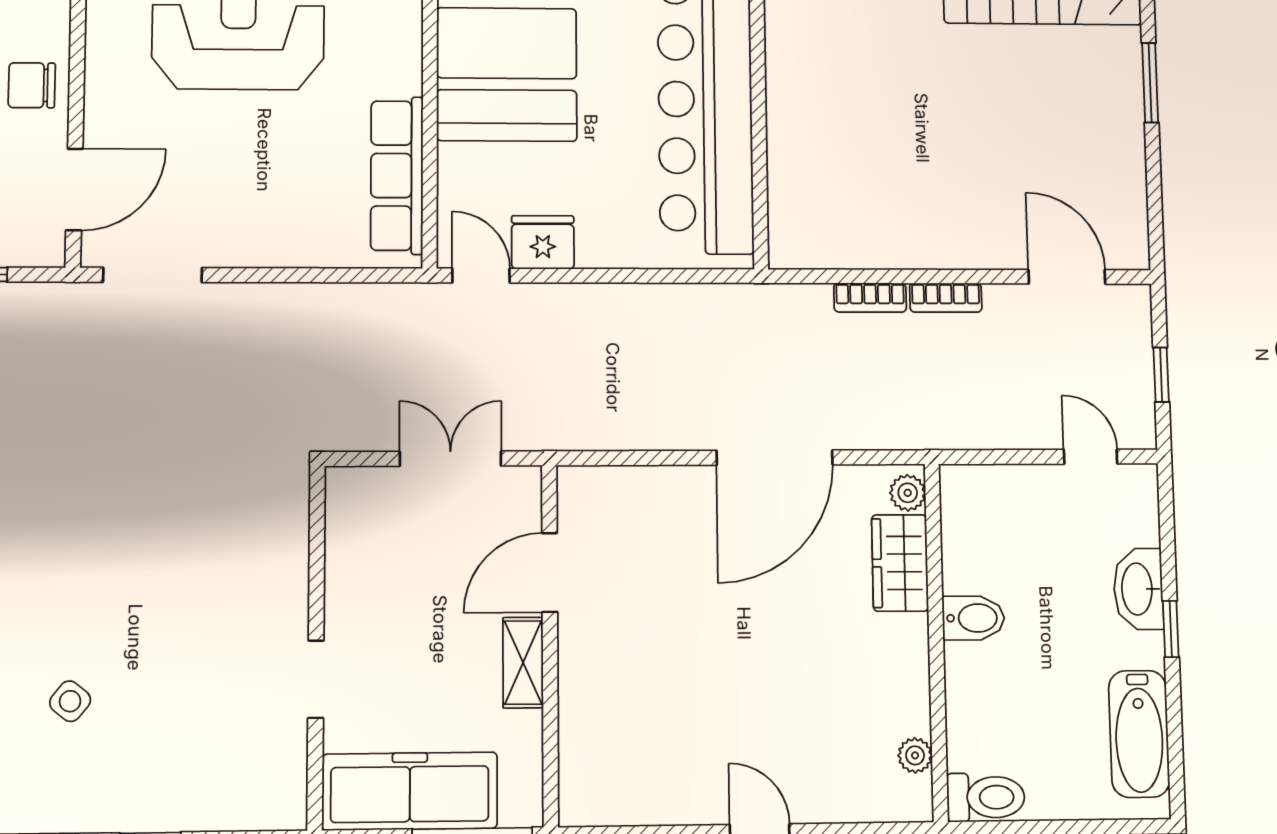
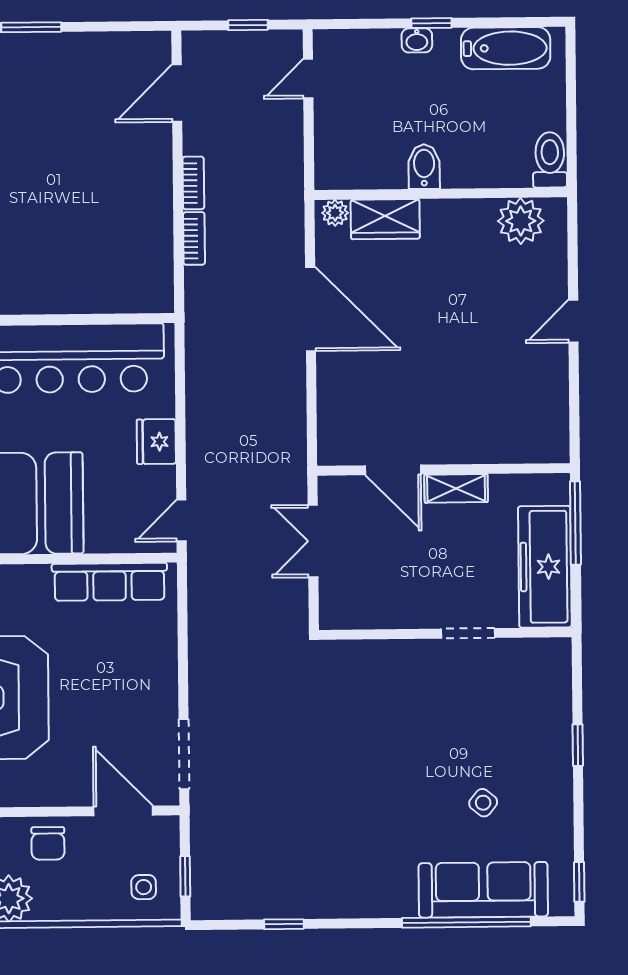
fridge: (543, 242) -> (156, 442), moved
washbasin: (1138, 589) -> (417, 40), width x0.52, depth x0.69
plant: (915, 755) -> (521, 221), width x1.87, depth x1.87

